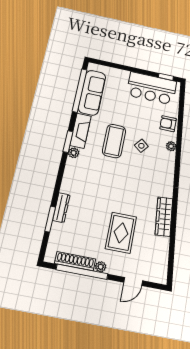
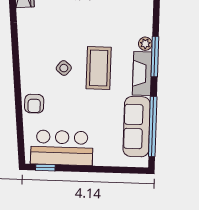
armchair: (168, 124) -> (34, 104), turned 90
window: (68, 142) -> (155, 57), width x1.44
plant: (171, 146) -> (26, 74), removed

